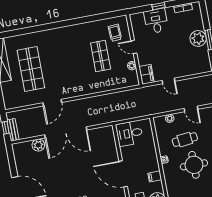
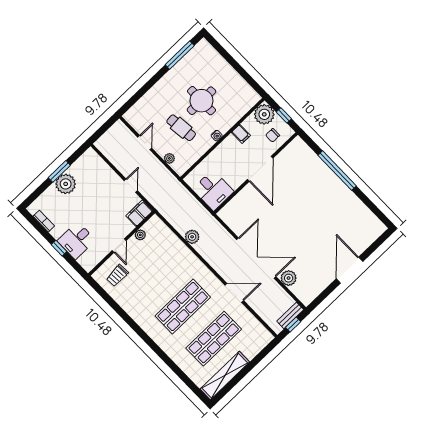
shop shelf: (101, 56) -> (183, 307), moved, width x1.43, depth x1.36
plant: (108, 99) -> (192, 237), added

